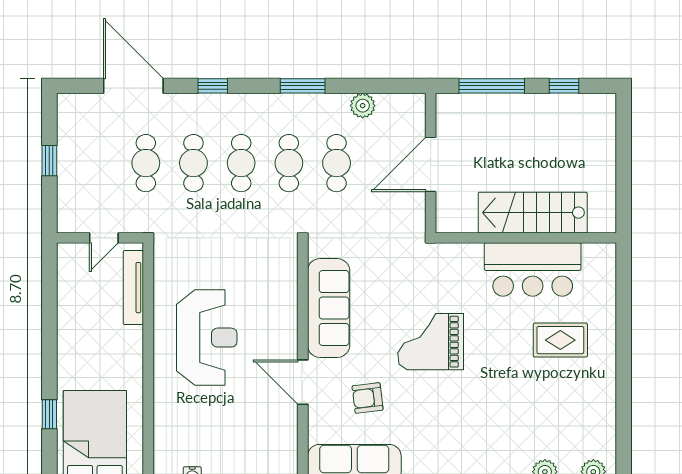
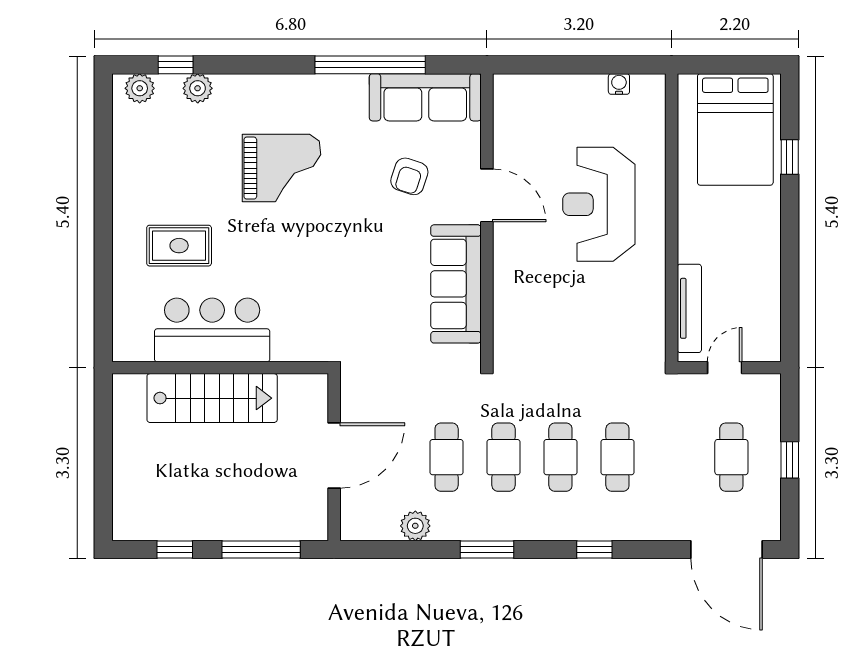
door: (133, 86) -> (726, 549), moved
cafe table: (146, 163) -> (731, 457), moved
reception desk: (207, 338) -> (599, 204), moved
grand piano: (431, 342) -> (282, 168), moved
armchair: (368, 398) -> (409, 176), turned 115

